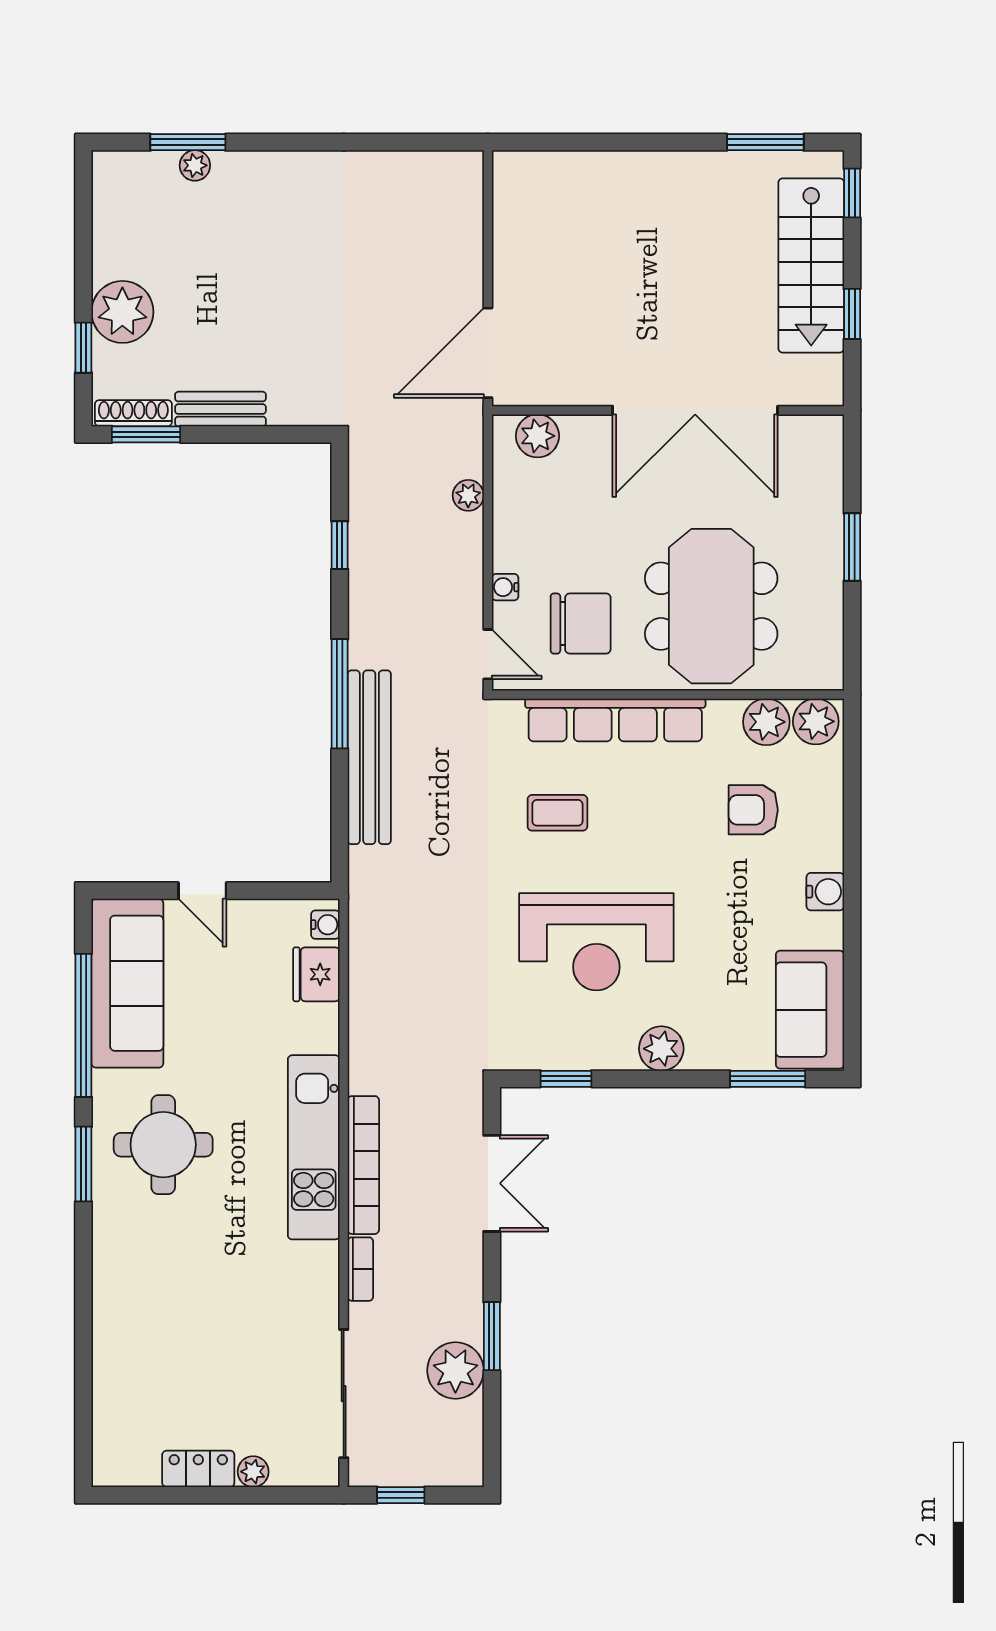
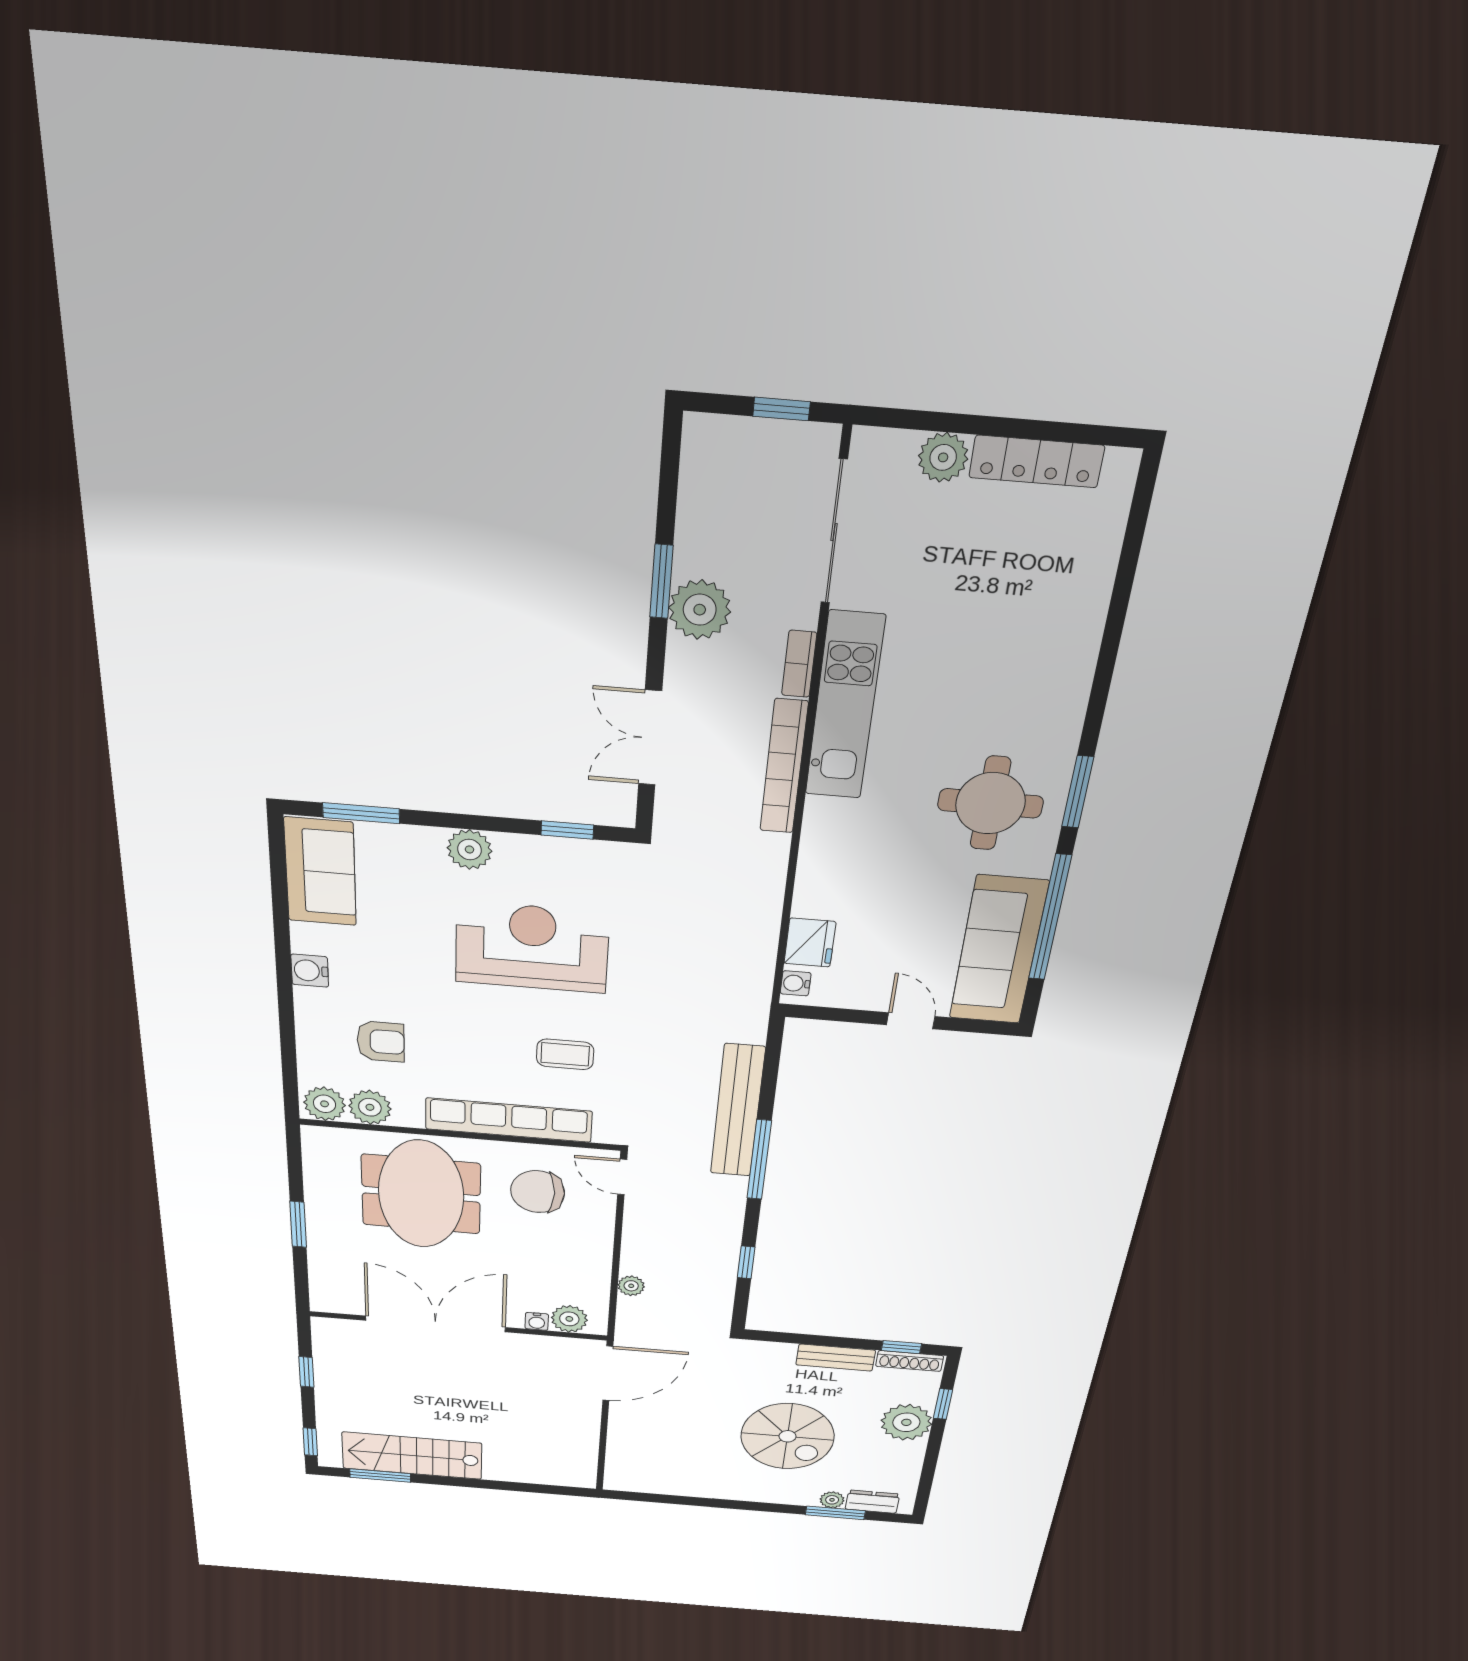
dresser: (144, 168) -> (872, 1502), added
stairs: (811, 265) -> (412, 1456), moved, turned -90
spiral stairs: (263, 271) -> (788, 1436), added
window: (146, 434) -> (901, 1347), width x0.67
water cooler: (505, 587) -> (537, 1321), moved, turned 90
kitchen unit: (314, 1147) -> (845, 706), moved
plant: (455, 1370) -> (700, 610), moved
locker: (198, 1469) -> (1037, 461), width x1.53
plant: (253, 1472) -> (943, 457), width x1.38, depth x1.38

